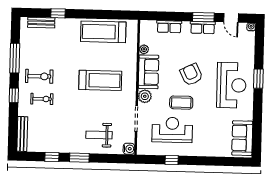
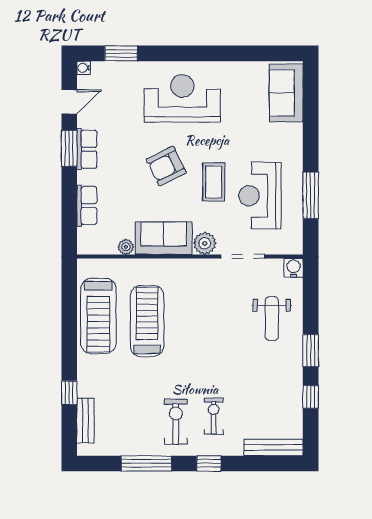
window: (258, 79) -> (121, 53), moved
treadmill: (100, 80) -> (147, 321), moved
sofa: (242, 138) -> (286, 93), moved, turned 90
window: (172, 160) -> (311, 195), width x2.17

